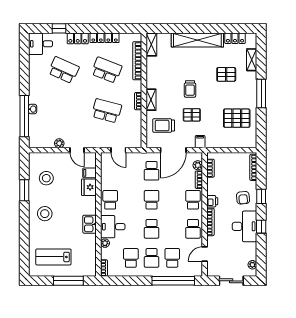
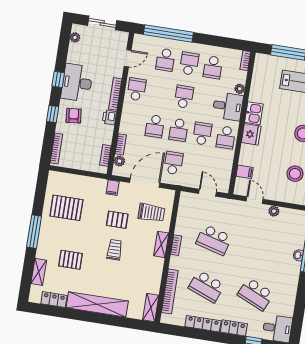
fridge: (89, 187) -> (251, 134), moved
school desk: (131, 200) -> (202, 134), added
school desk: (193, 200) -> (155, 126), moved

